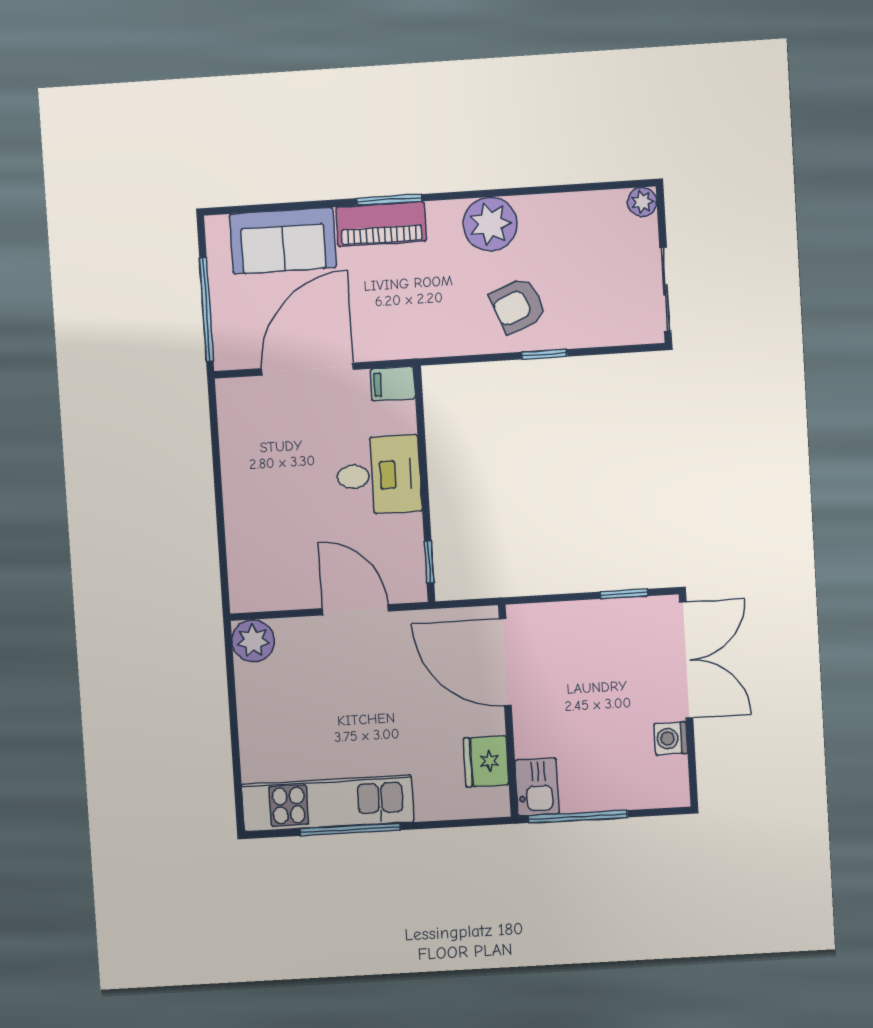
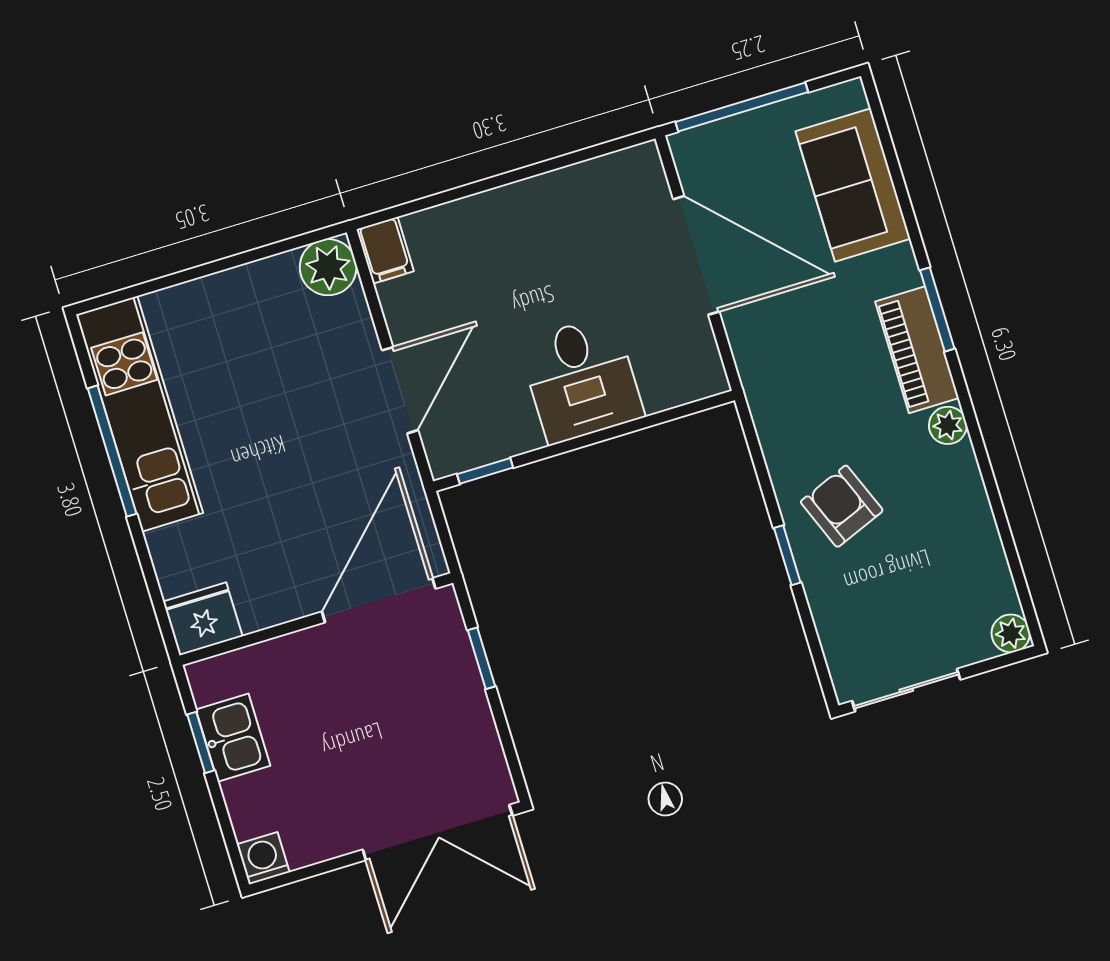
piano: (381, 224) -> (917, 350), moved
plant: (490, 224) -> (948, 425), width x0.53, depth x0.53
filing cabinet: (393, 384) -> (385, 250), moved, turned 180
window: (624, 594) -> (482, 658), moved
washing machine: (671, 738) -> (263, 858), moved
fridge: (486, 761) -> (203, 619), moved
kitchen sink: (537, 787) -> (233, 738), moved, turned -90
window: (578, 817) -> (201, 742), width x0.46

